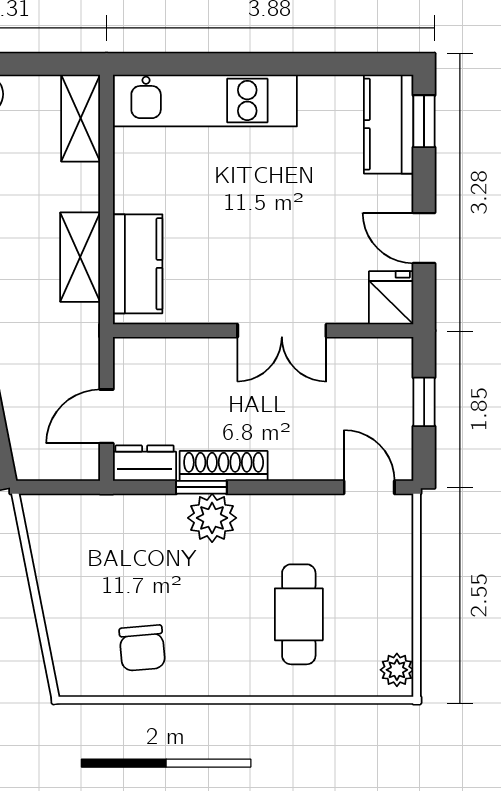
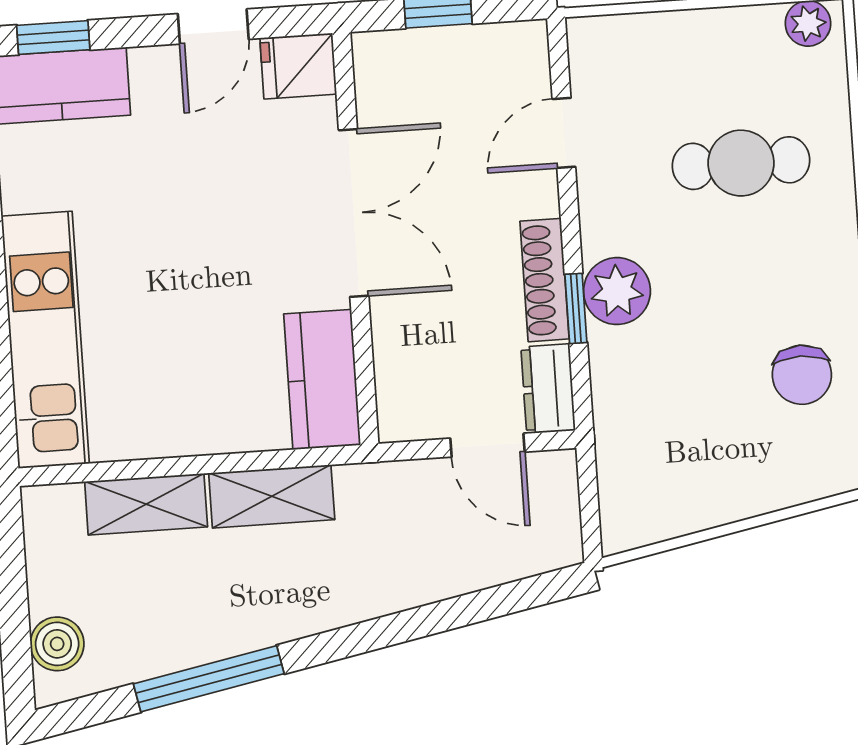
shelving: (81, 118) -> (146, 504), moved
kitchen counter: (138, 264) -> (322, 380), moved, turned -90
double door: (282, 331) -> (354, 213), width x1.37
door: (369, 487) -> (564, 133), moved
chair: (142, 648) -> (802, 375), turned 95

